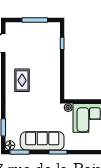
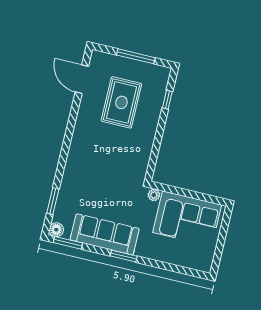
rug: (22, 80) -> (121, 102), moved, width x1.36, depth x1.43

